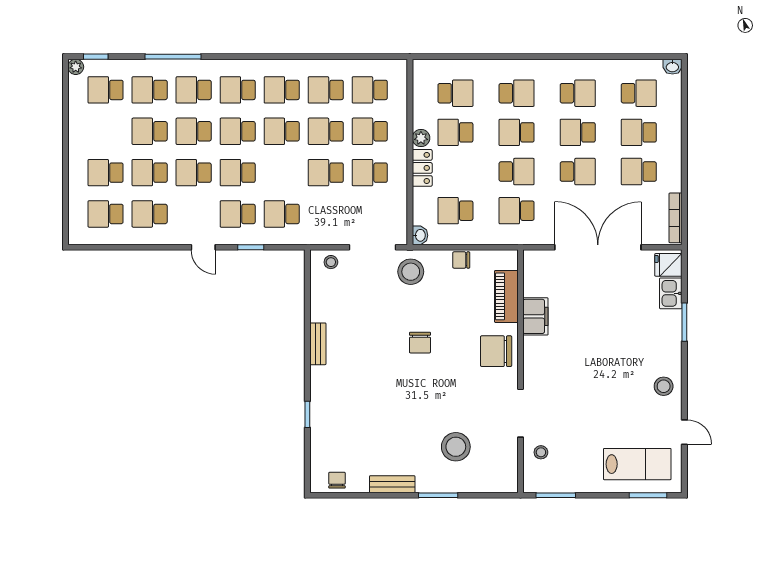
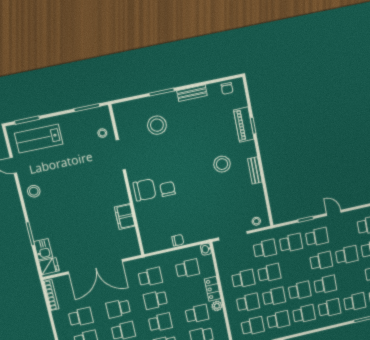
school desk: (194, 131) -> (265, 249), moved
stool: (411, 272) -> (222, 164), moved
piano: (506, 296) -> (244, 125), moved, turned 180
chair: (420, 343) -> (168, 189), moved

